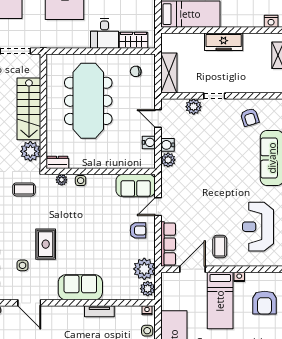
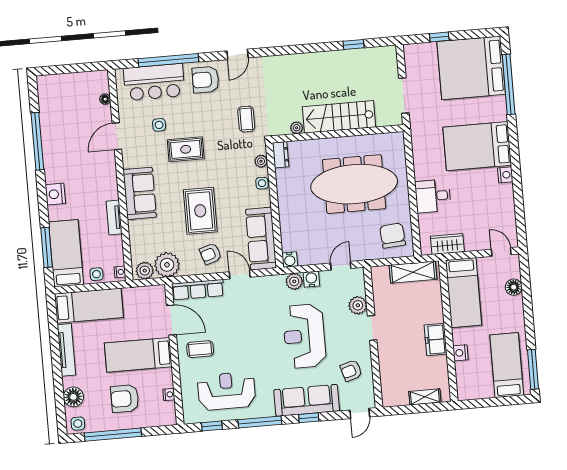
nightstand: (271, 21) -> (460, 353), moved
wardrobe: (133, 40) -> (447, 244), moved, turned -90
freezer: (224, 42) -> (436, 340), width x0.71
chair: (136, 71) -> (393, 236), width x1.87, depth x1.87
shelving: (169, 73) -> (413, 272), moved
water cooler: (149, 142) -> (290, 260), moved
plant: (30, 151) -> (297, 128), width x0.53, depth x0.53
reception desk: (216, 155) -> (304, 336), added
sofa: (136, 185) -> (261, 239), width x1.36
armchair: (138, 230) -> (210, 254), turned 72
rug: (100, 236) -> (200, 211), added
nightstand: (239, 277) -> (169, 394), moved
armchair: (265, 303) -> (125, 399), moved

